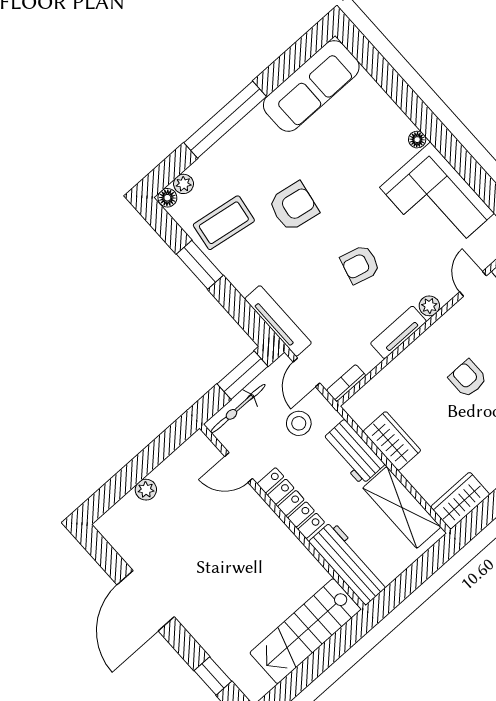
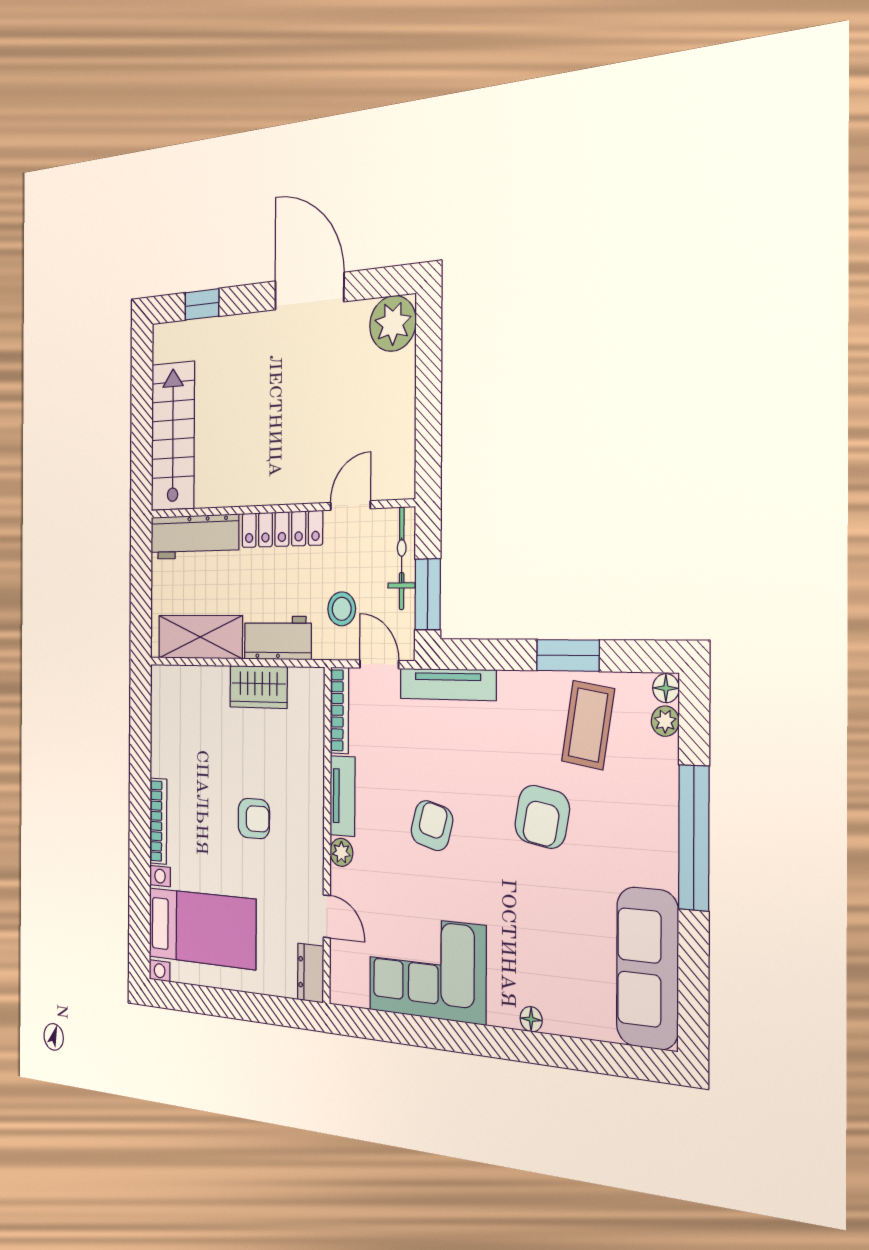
floor lamp: (417, 140) -> (531, 1019), moved
bookcase: (346, 383) -> (339, 710), width x1.56
plant: (146, 490) -> (393, 323), moved, width x1.88, depth x1.88
wardrobe: (460, 501) -> (166, 699), removed

